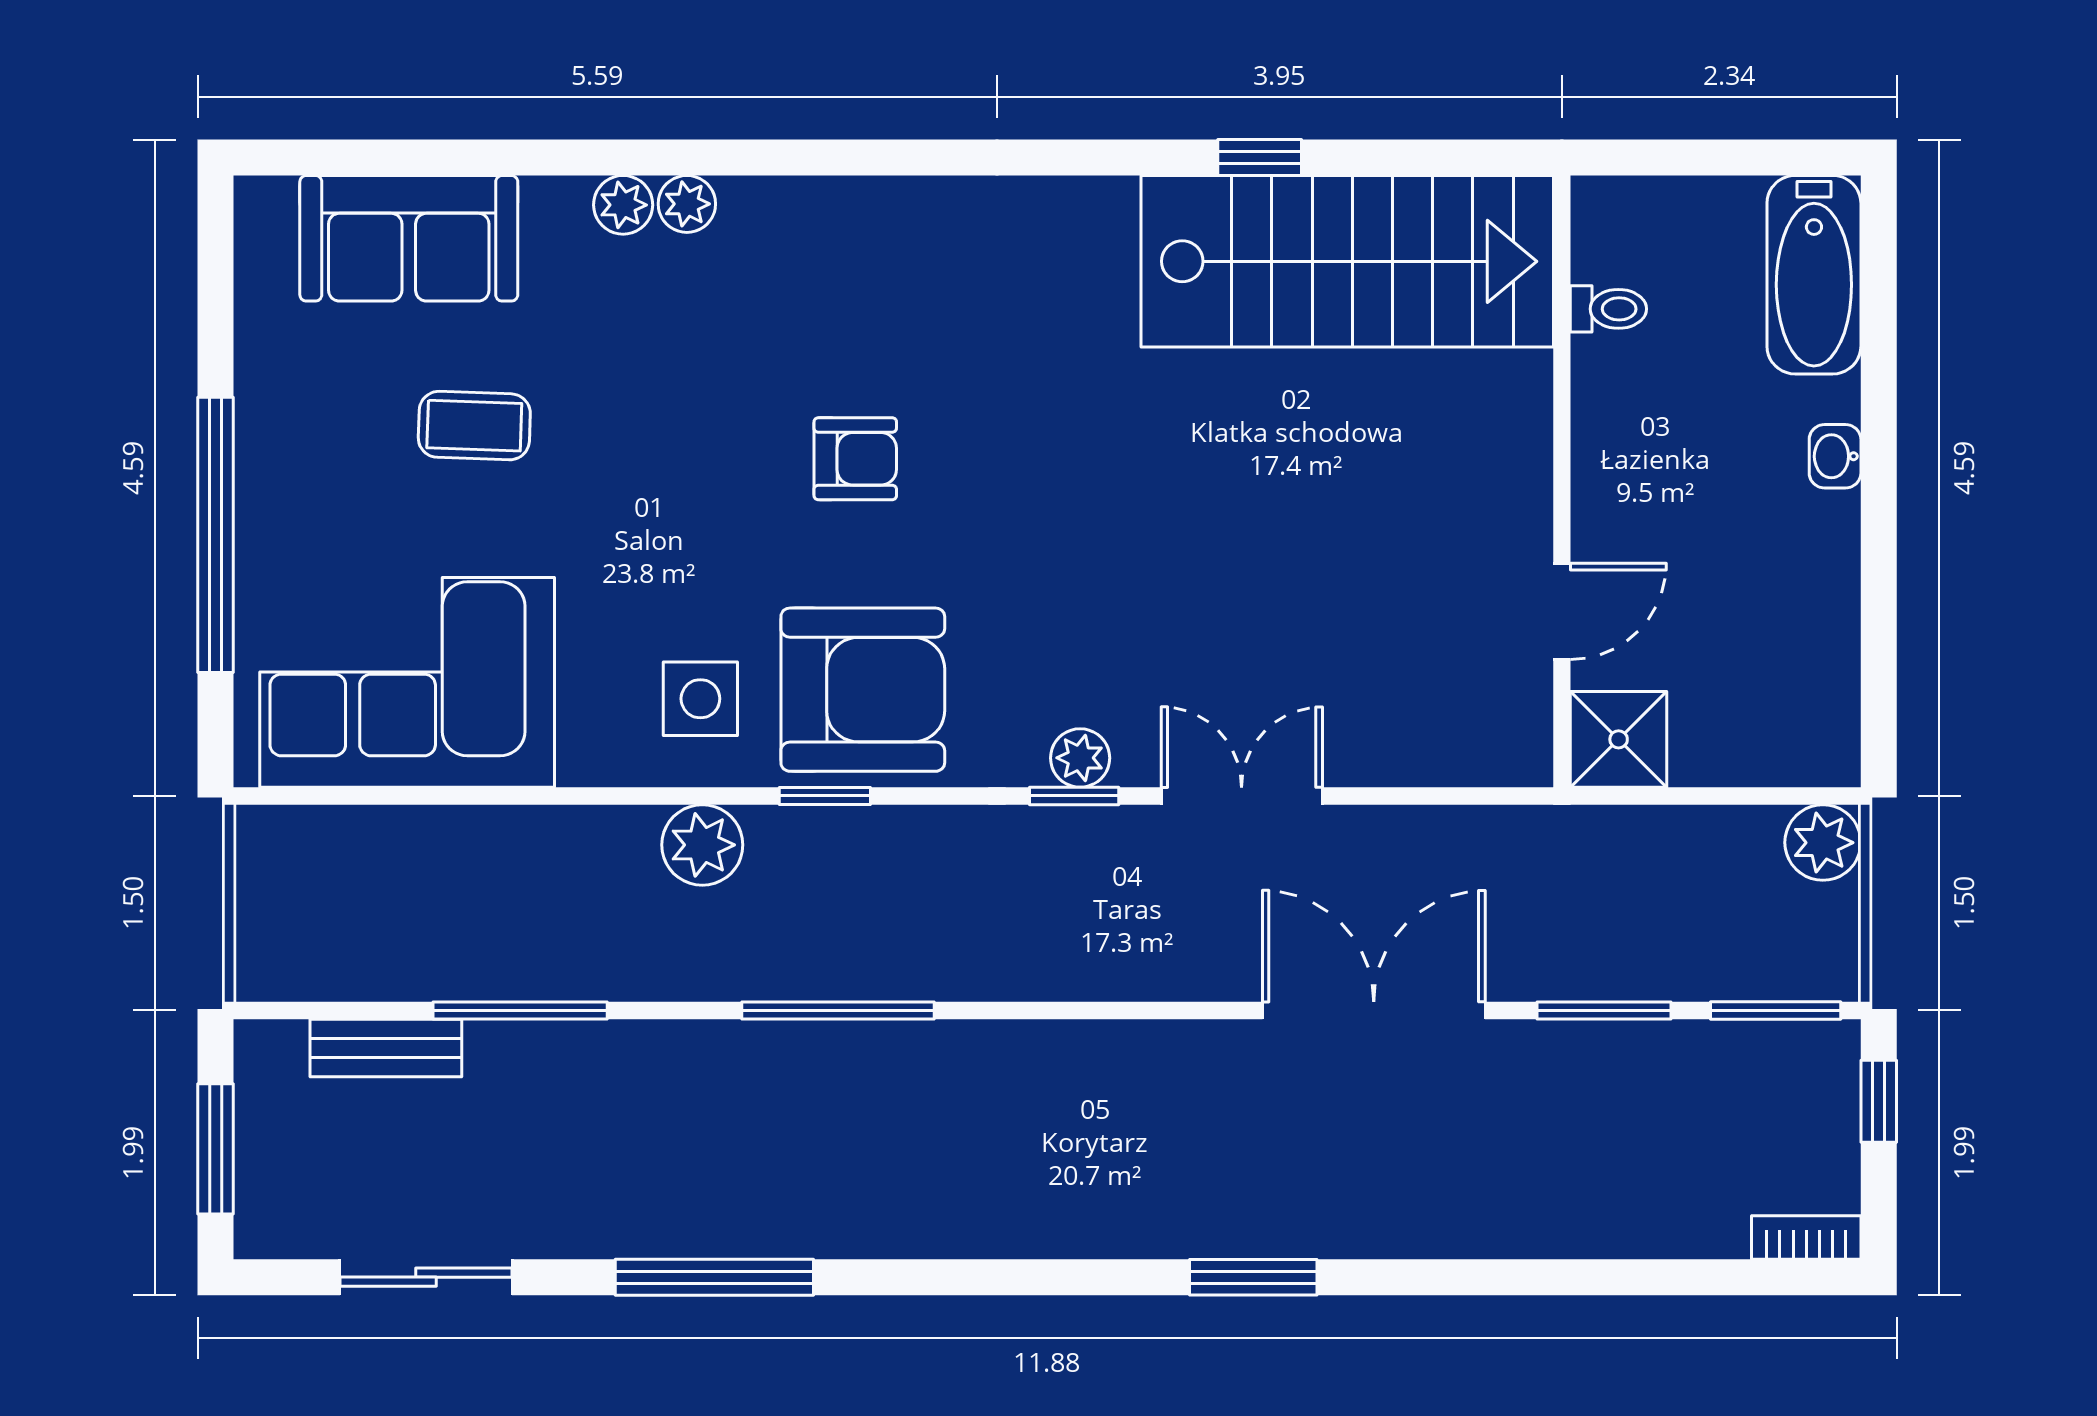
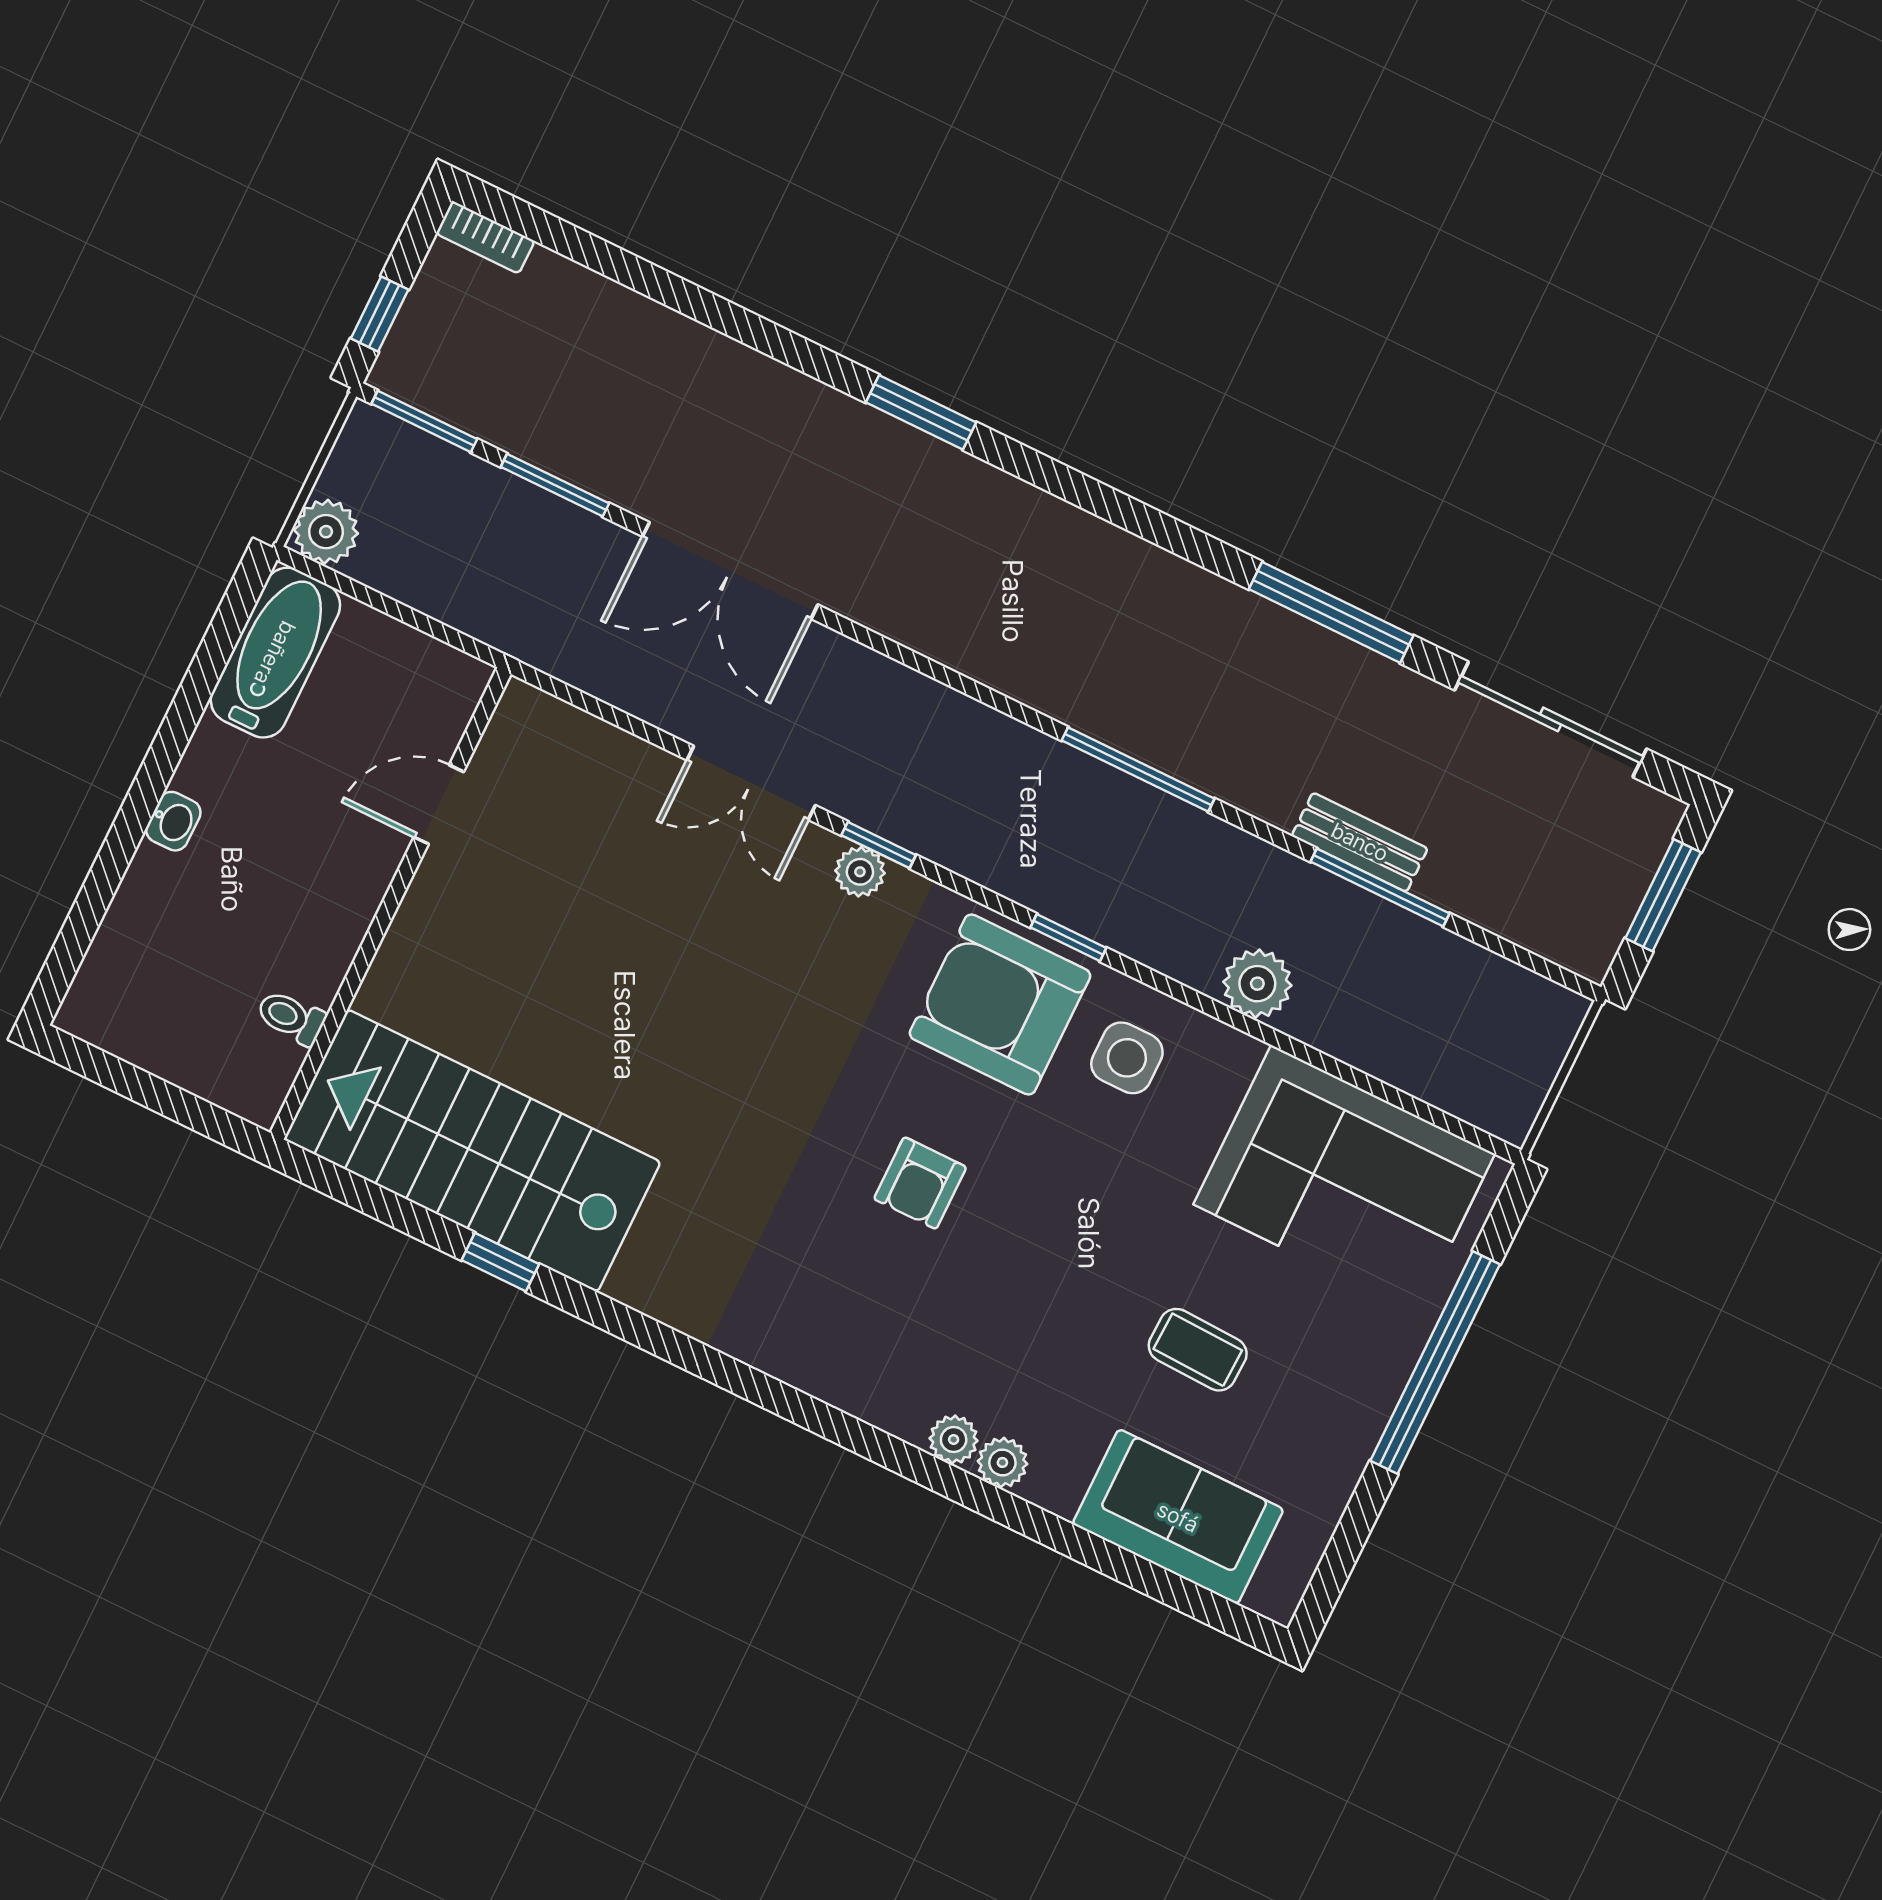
bathtub: (1814, 275) -> (275, 653), moved
armchair: (855, 459) -> (920, 1183), turned -90
shower: (1619, 739) -> (443, 686), removed
plant: (702, 845) -> (1257, 984), moved
bench: (386, 1048) -> (1360, 842), moved
sliding door: (426, 1277) -> (1551, 719), width x1.37

